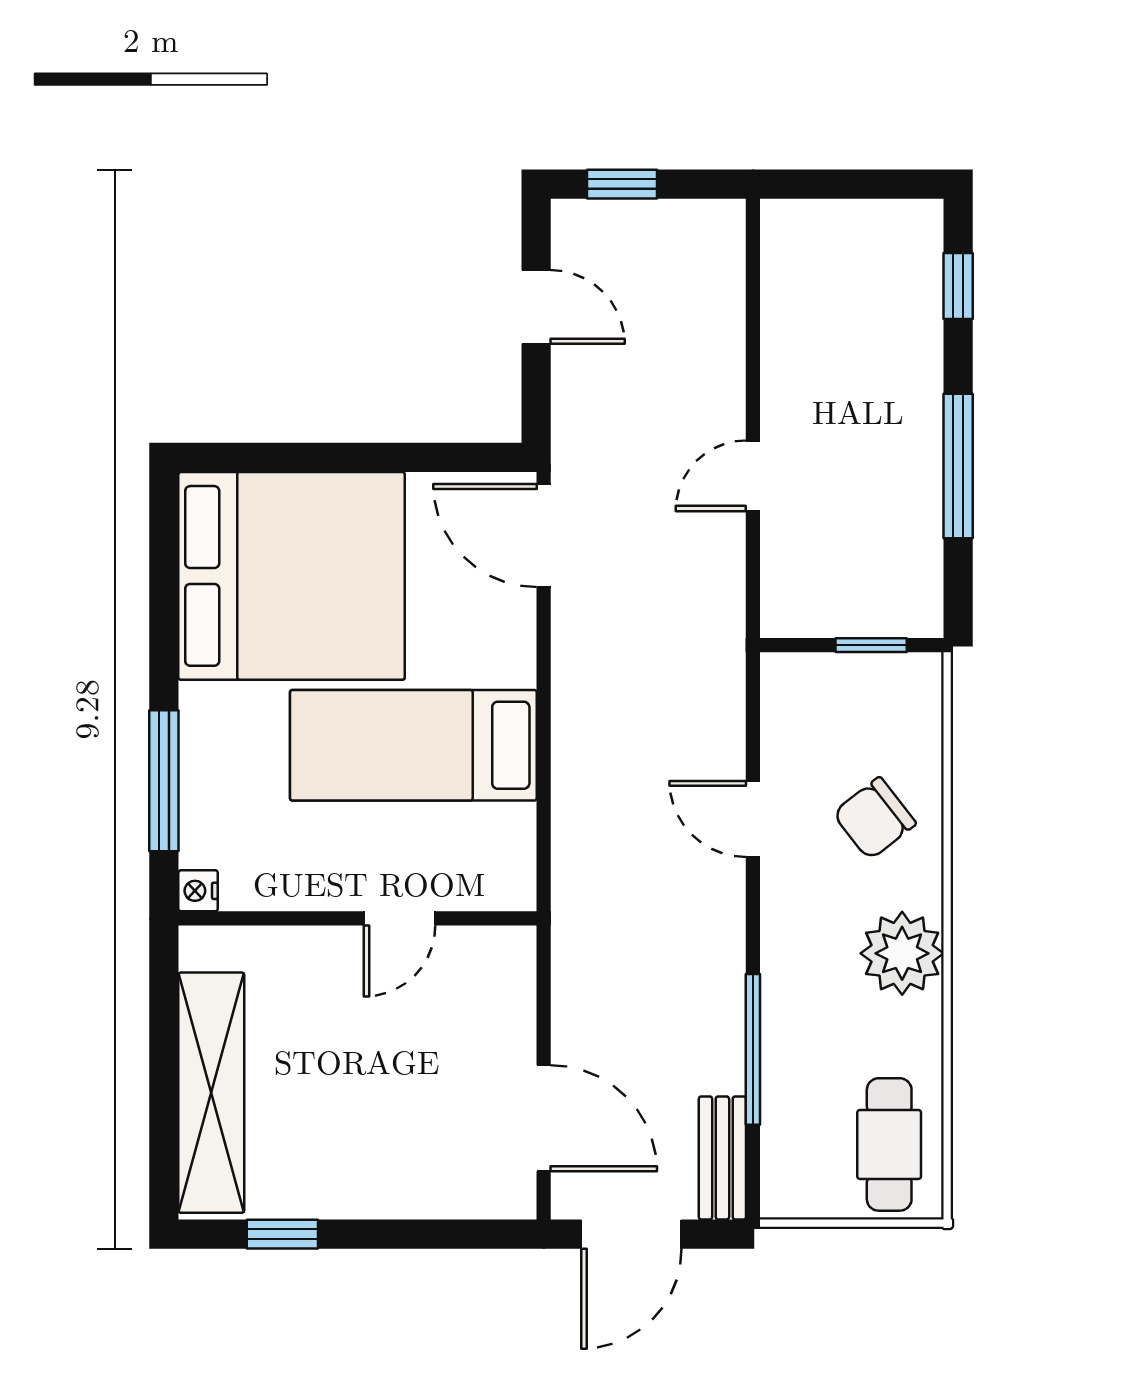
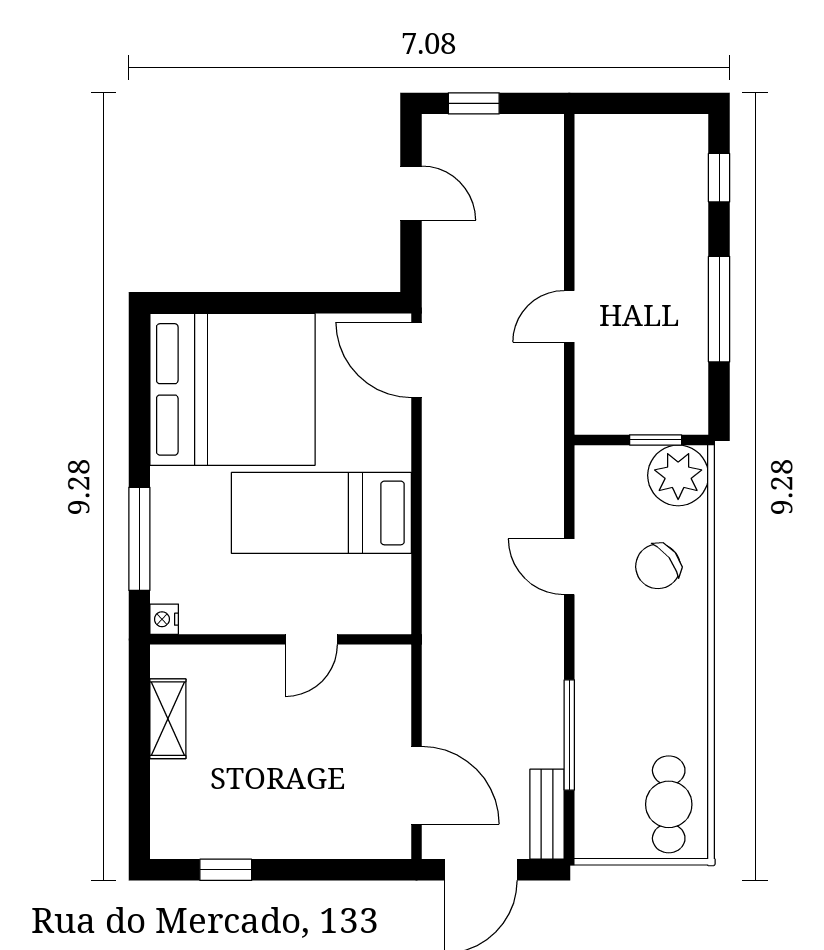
plant: (902, 953) -> (678, 475), moved
shelving: (211, 1093) -> (168, 719), width x0.45, depth x0.75

